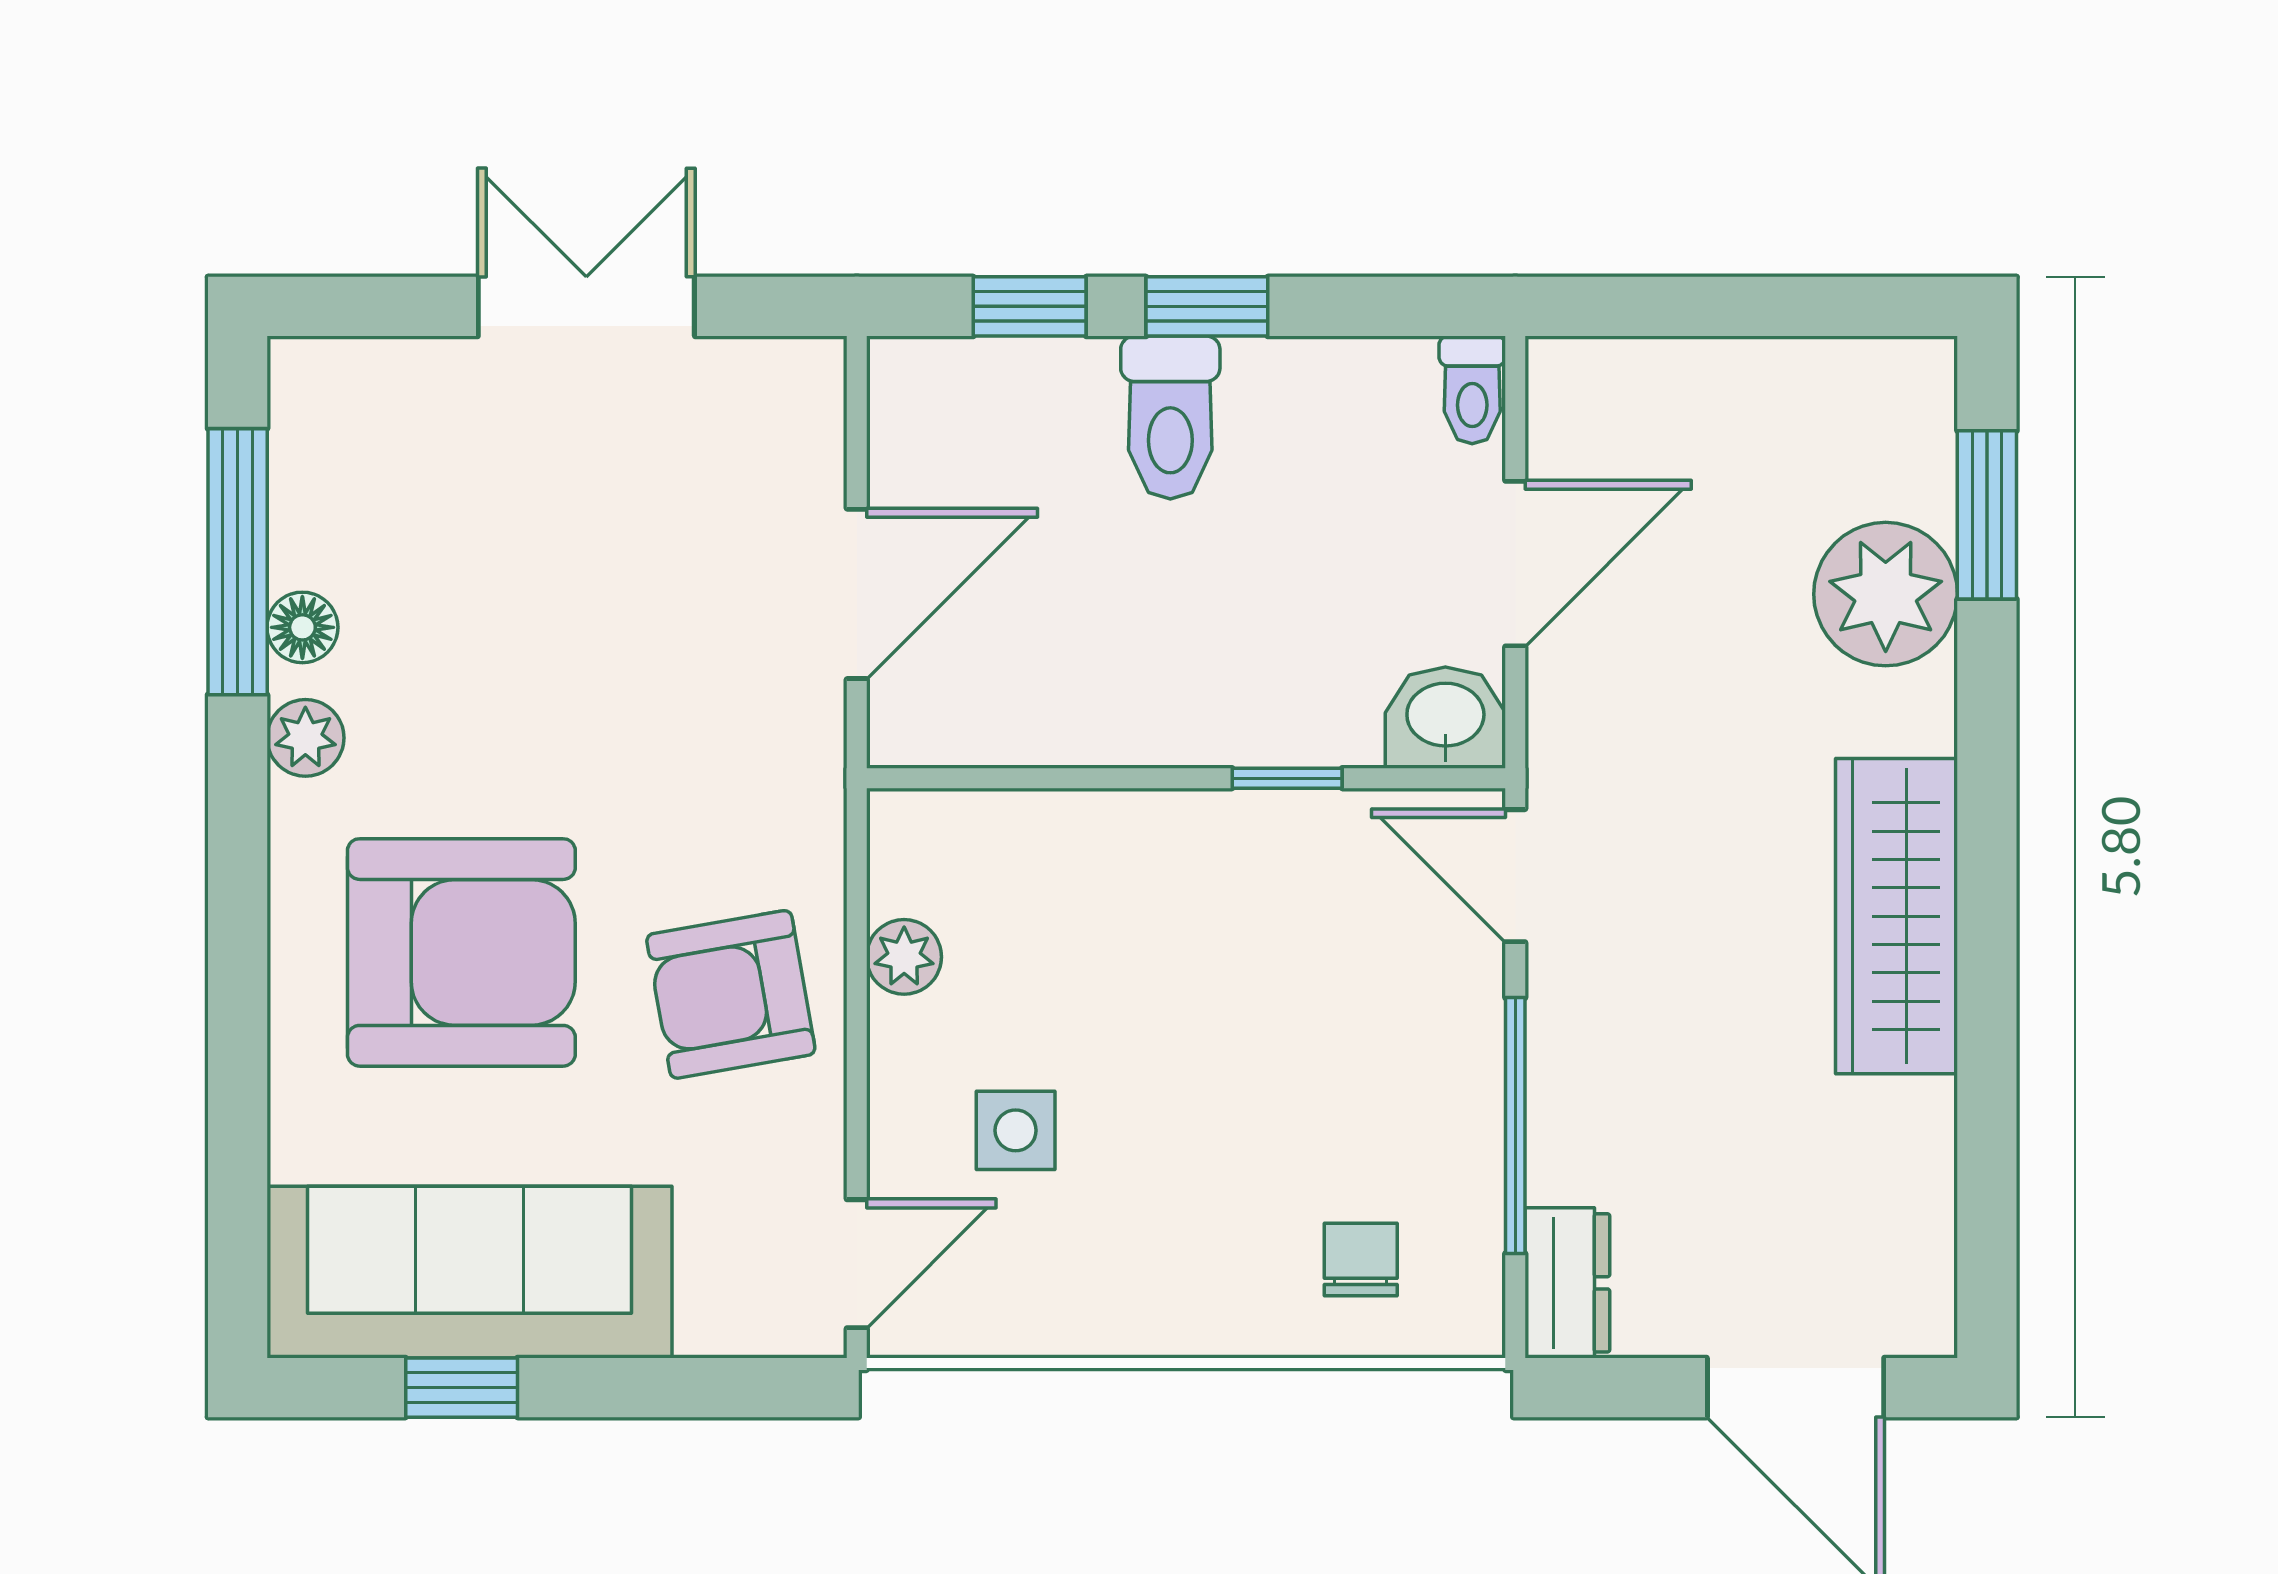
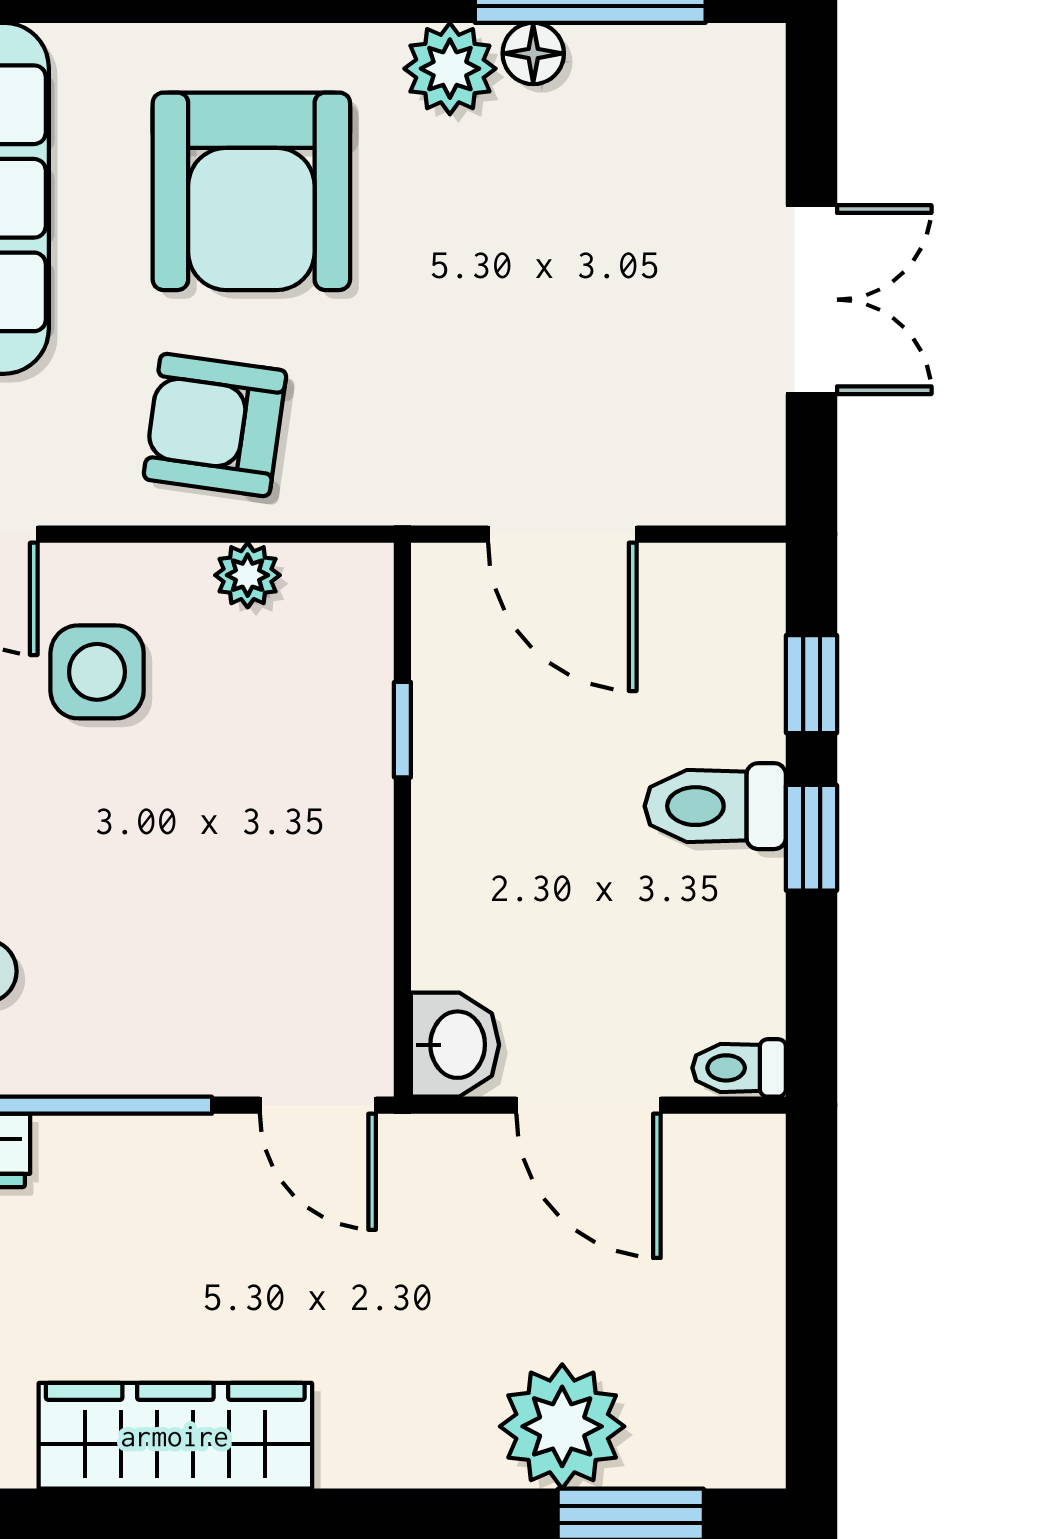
plant: (305, 738) -> (450, 69), width x1.38, depth x1.38
window: (1287, 778) -> (402, 730), moved
door: (1515, 876) -> (318, 1105), swing flipped
wardrobe: (1897, 916) -> (175, 1436), moved
armchair: (731, 994) -> (215, 425), turned -72
side table: (1016, 1130) -> (97, 672), width x1.37, depth x1.37

